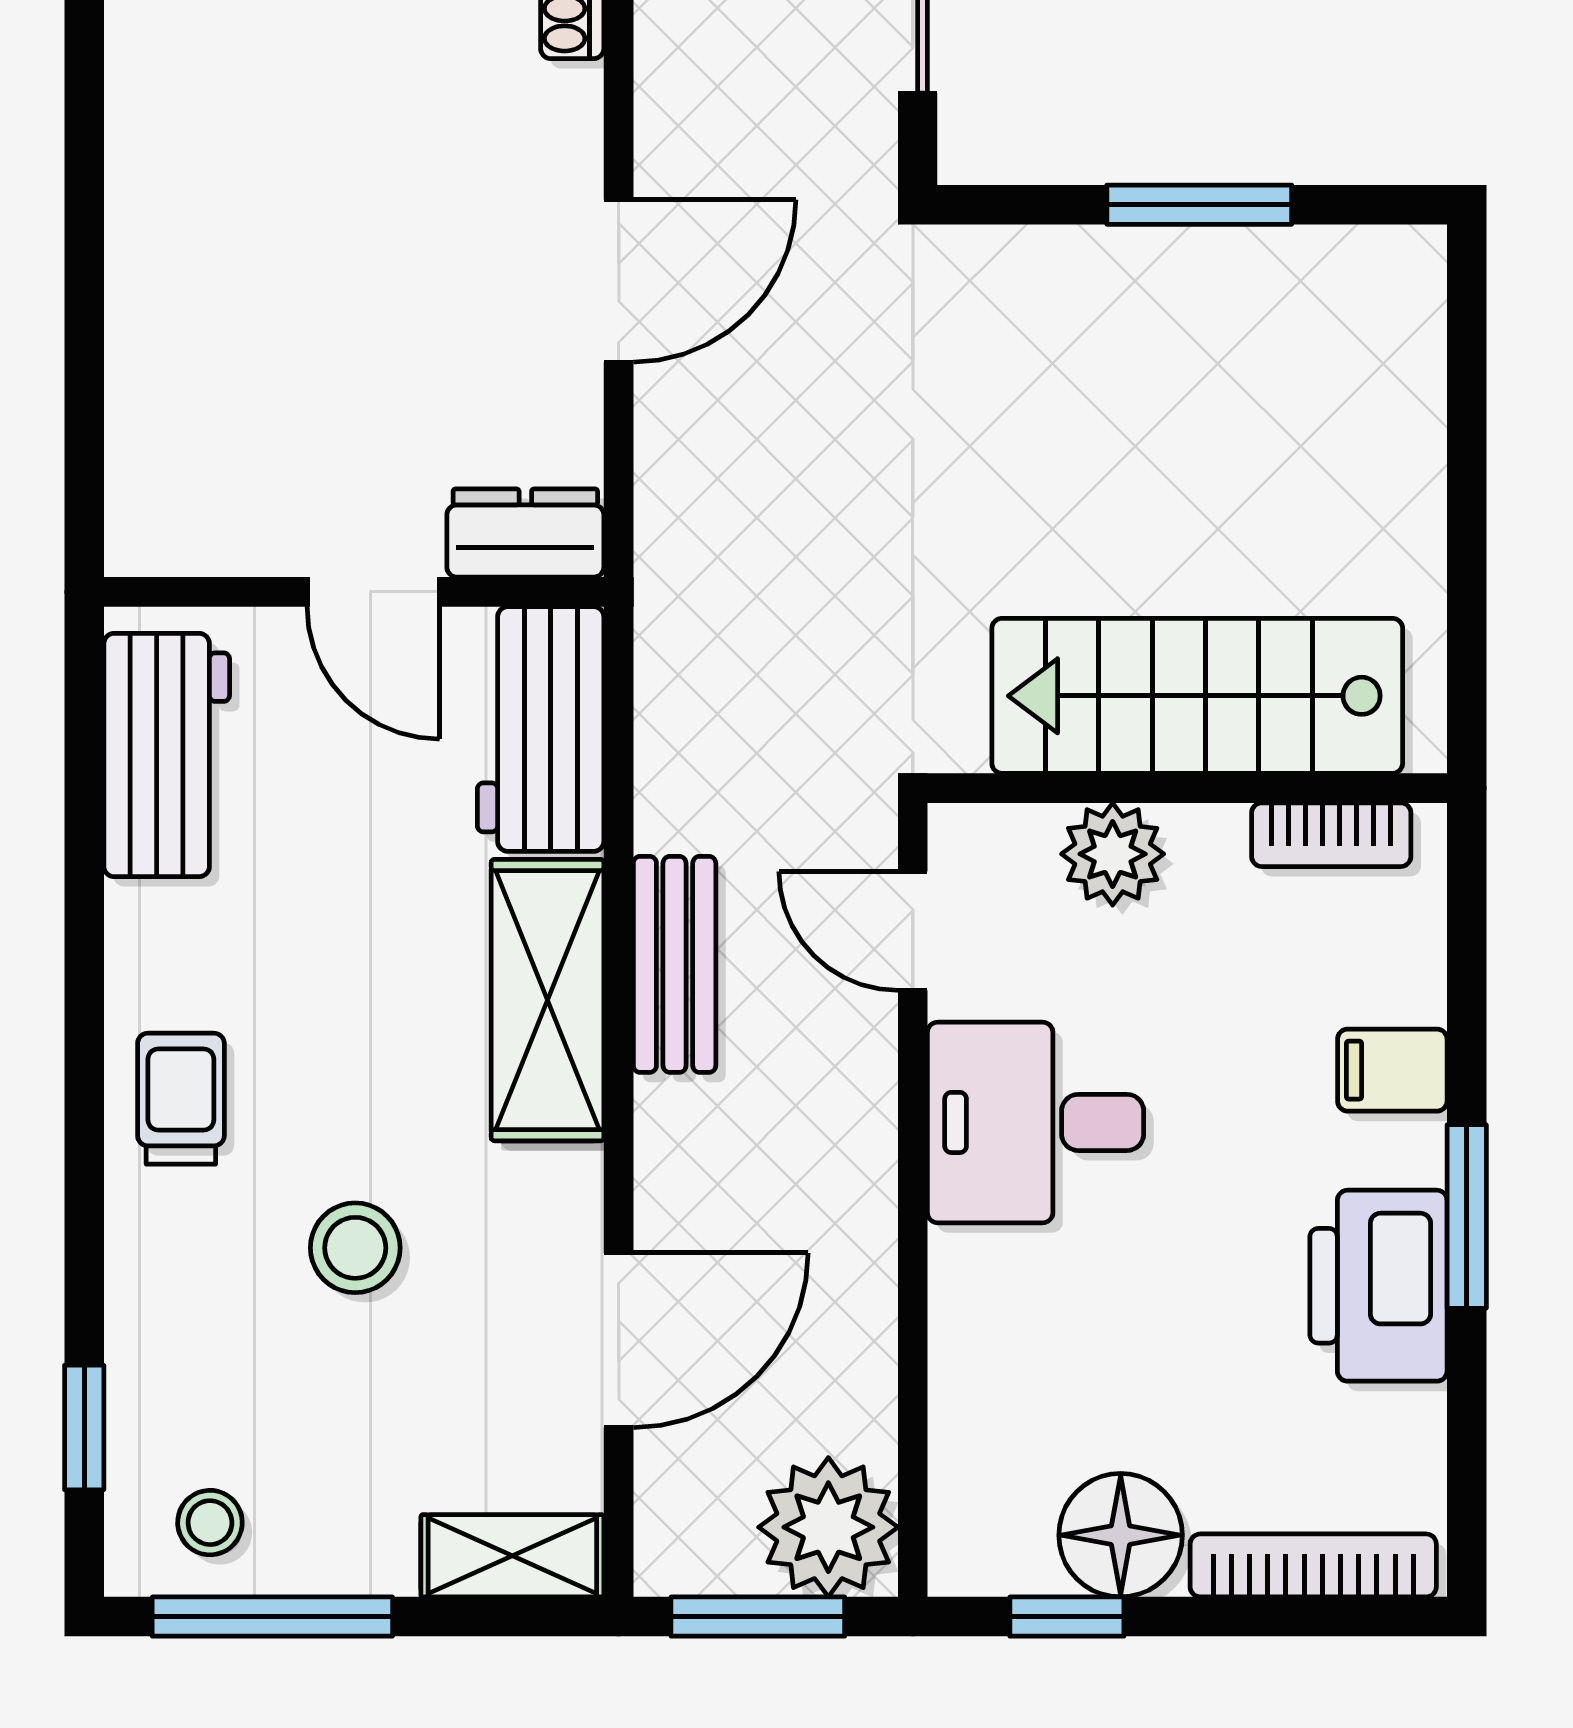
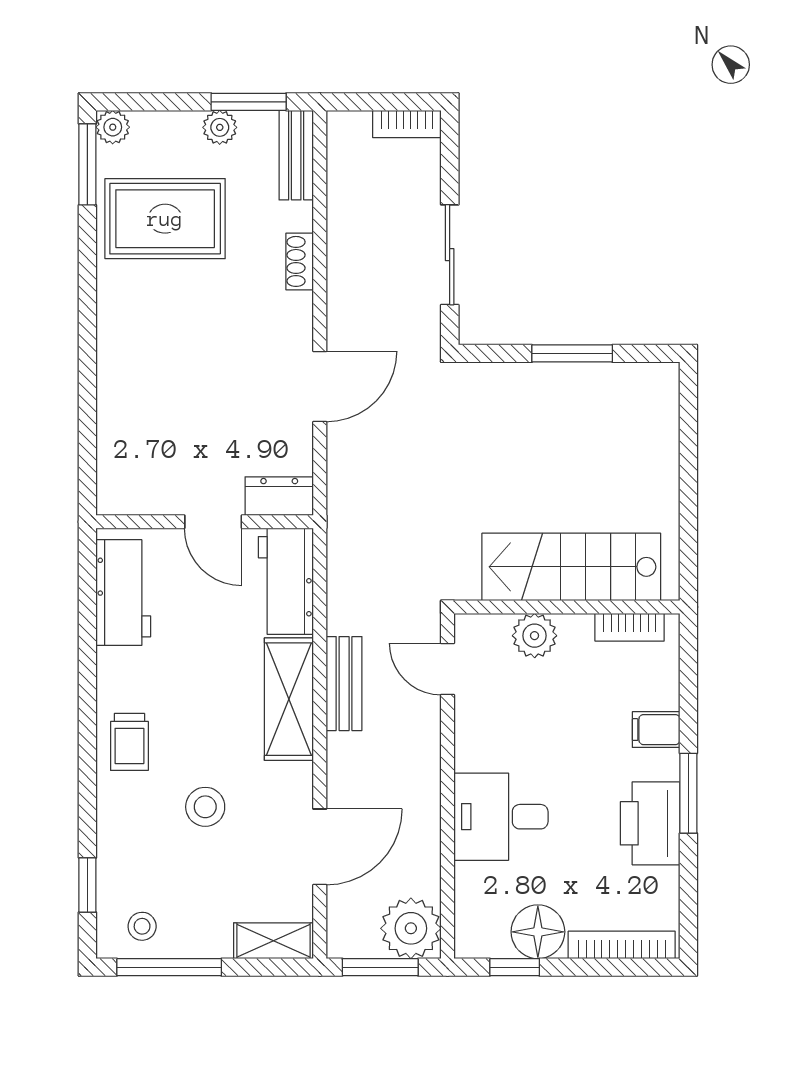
trolley: (181, 1099) -> (129, 742), turned 180
desk: (1036, 1122) -> (501, 817), moved

